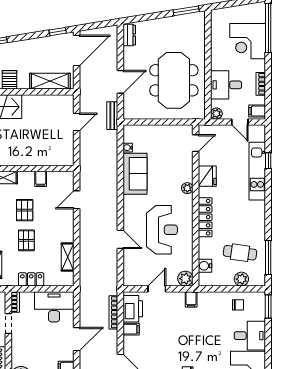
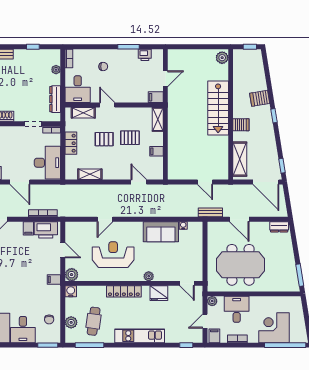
window: (268, 161) -> (186, 345), moved
kitchen unit: (257, 171) -> (140, 336), moved
reception desk: (162, 230) -> (113, 255), turned 180
water cooler: (205, 266) -> (71, 291), moved

